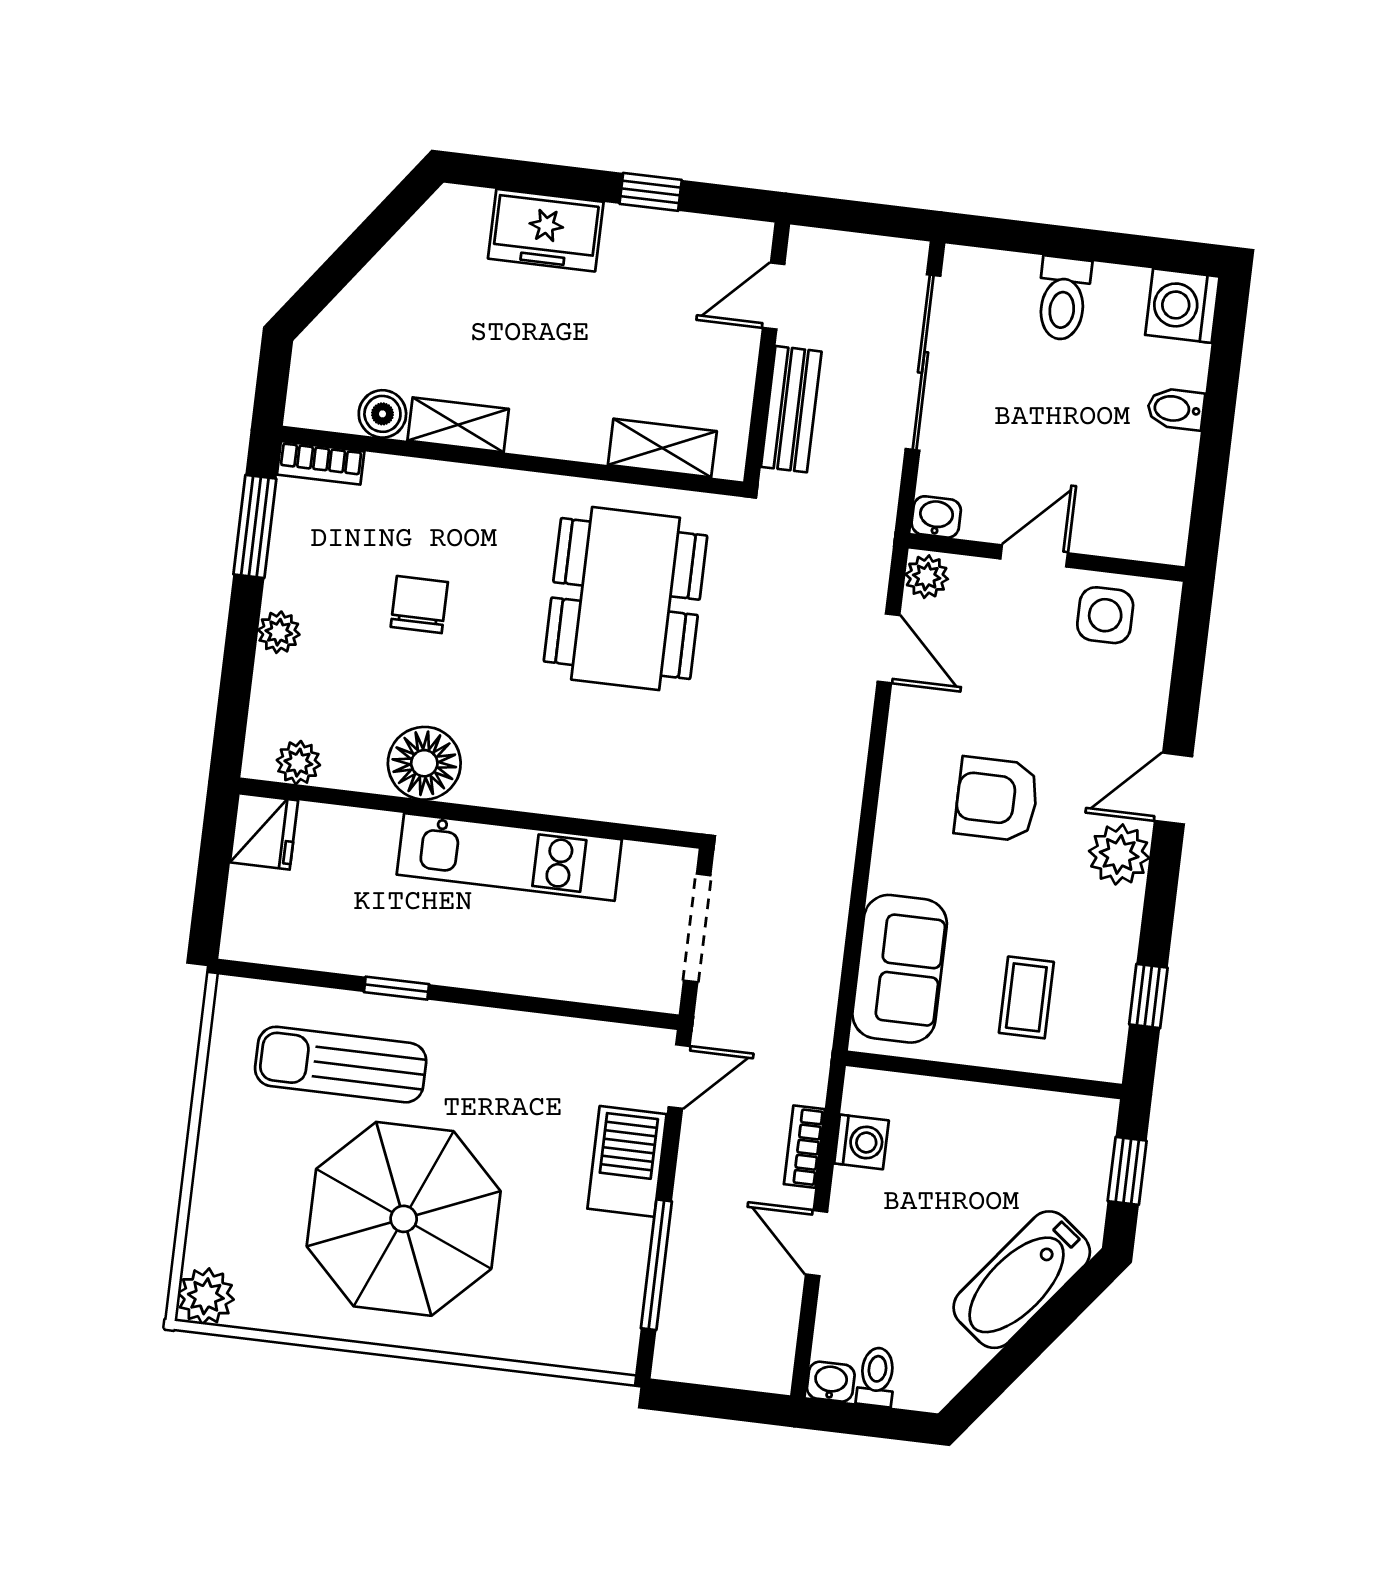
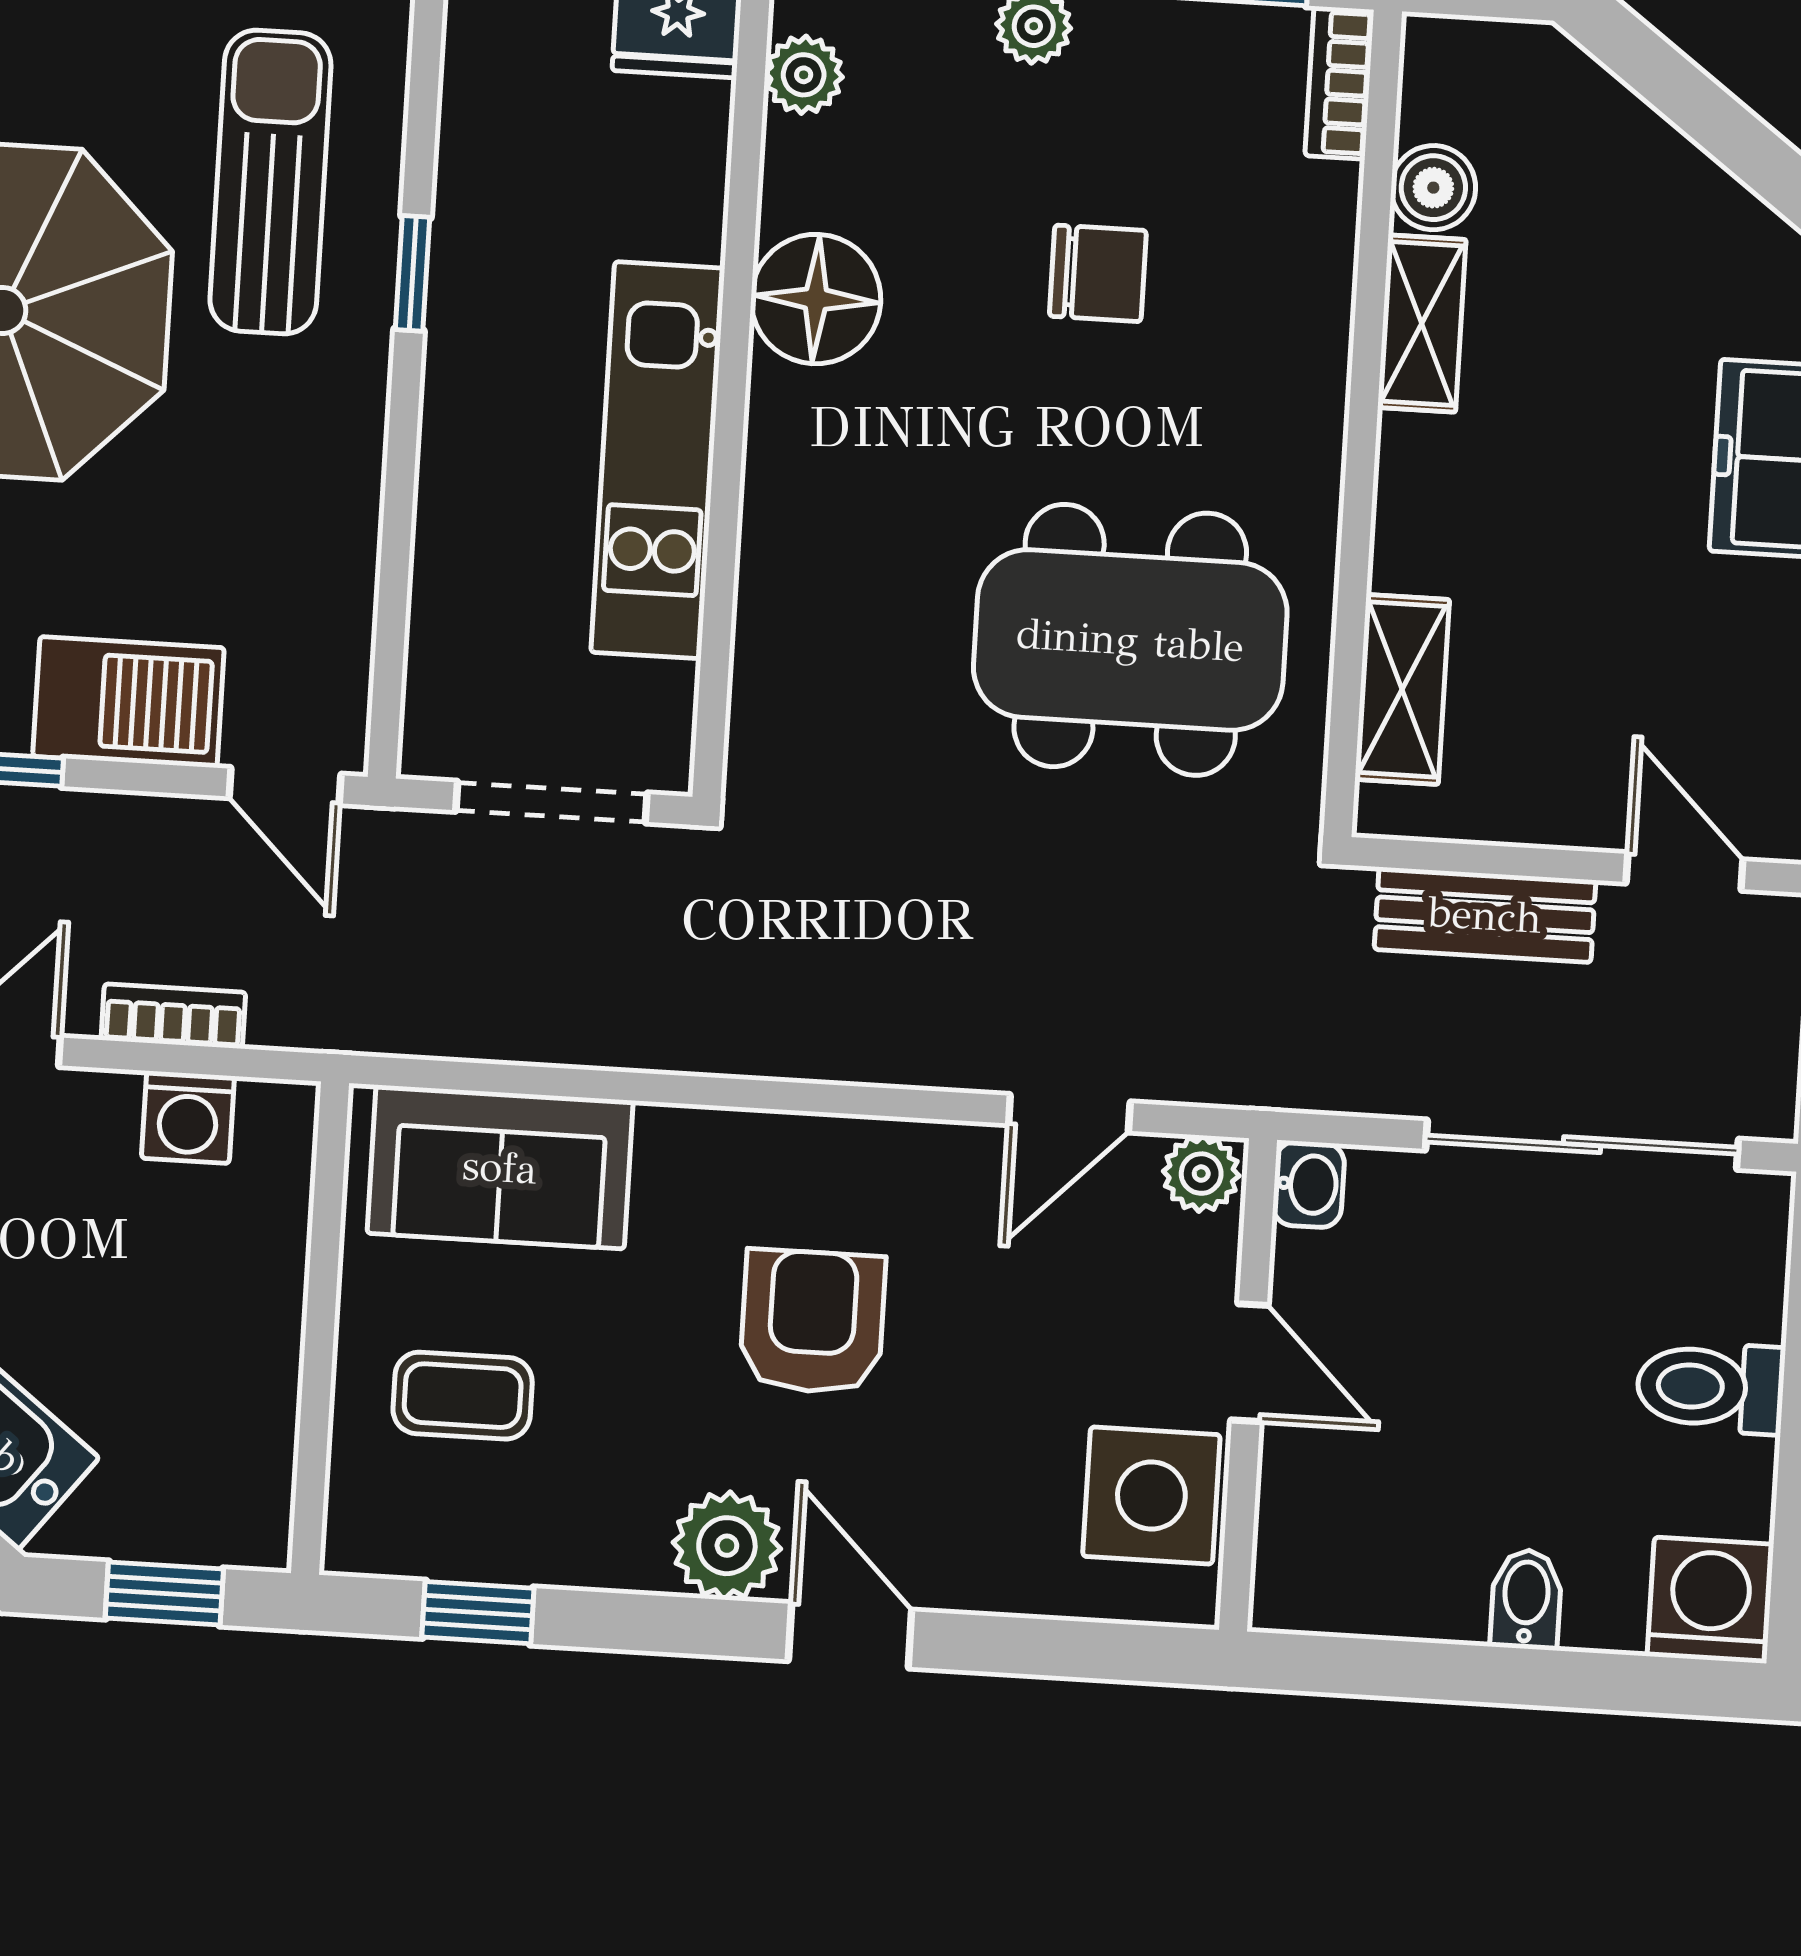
side table: (1105, 615) -> (1151, 1496), width x1.37, depth x1.37

